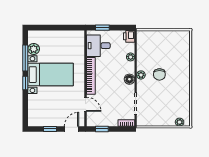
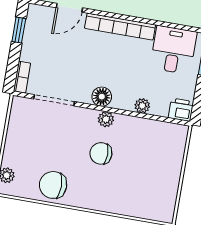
chair: (180, 97) -> (53, 185), added

